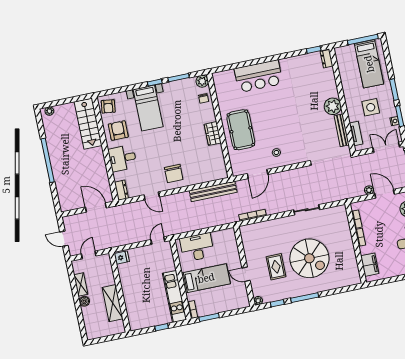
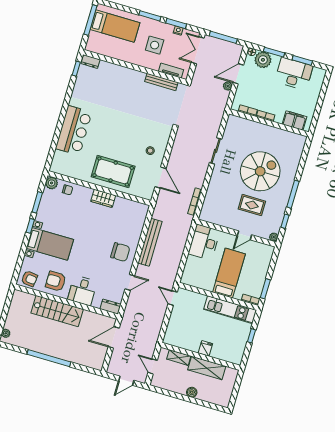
plant: (333, 106) -> (136, 79), removed
stairs: (88, 124) -> (57, 311), moved
bench: (213, 191) -> (150, 242), moved
desk: (197, 247) -> (204, 242), moved
fridge: (122, 258) -> (205, 348), moved
shelving: (81, 285) -> (179, 358), moved

